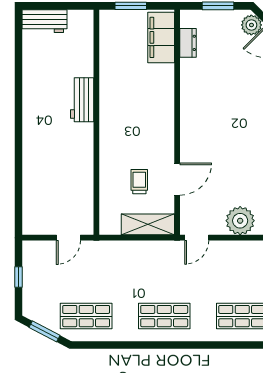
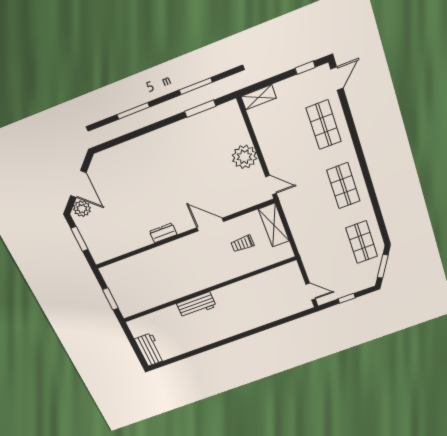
filing cabinet: (161, 37) -> (124, 270), removed
dresser: (188, 43) -> (163, 233), moved
door: (177, 179) -> (210, 225), moved
door: (68, 238) -> (311, 292), moved

